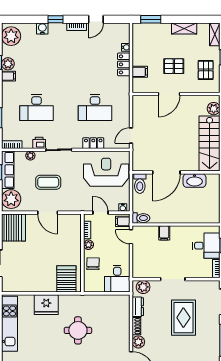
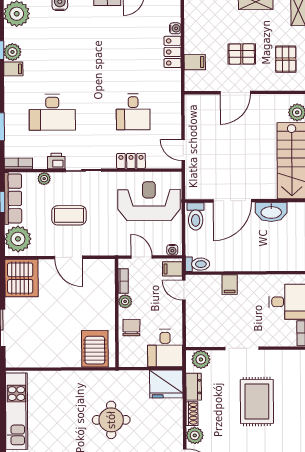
desk: (95, 108) -> (133, 112), width x0.73
door: (131, 135) -> (183, 150), hinge flipped
fridge: (46, 305) -> (166, 384), moved

